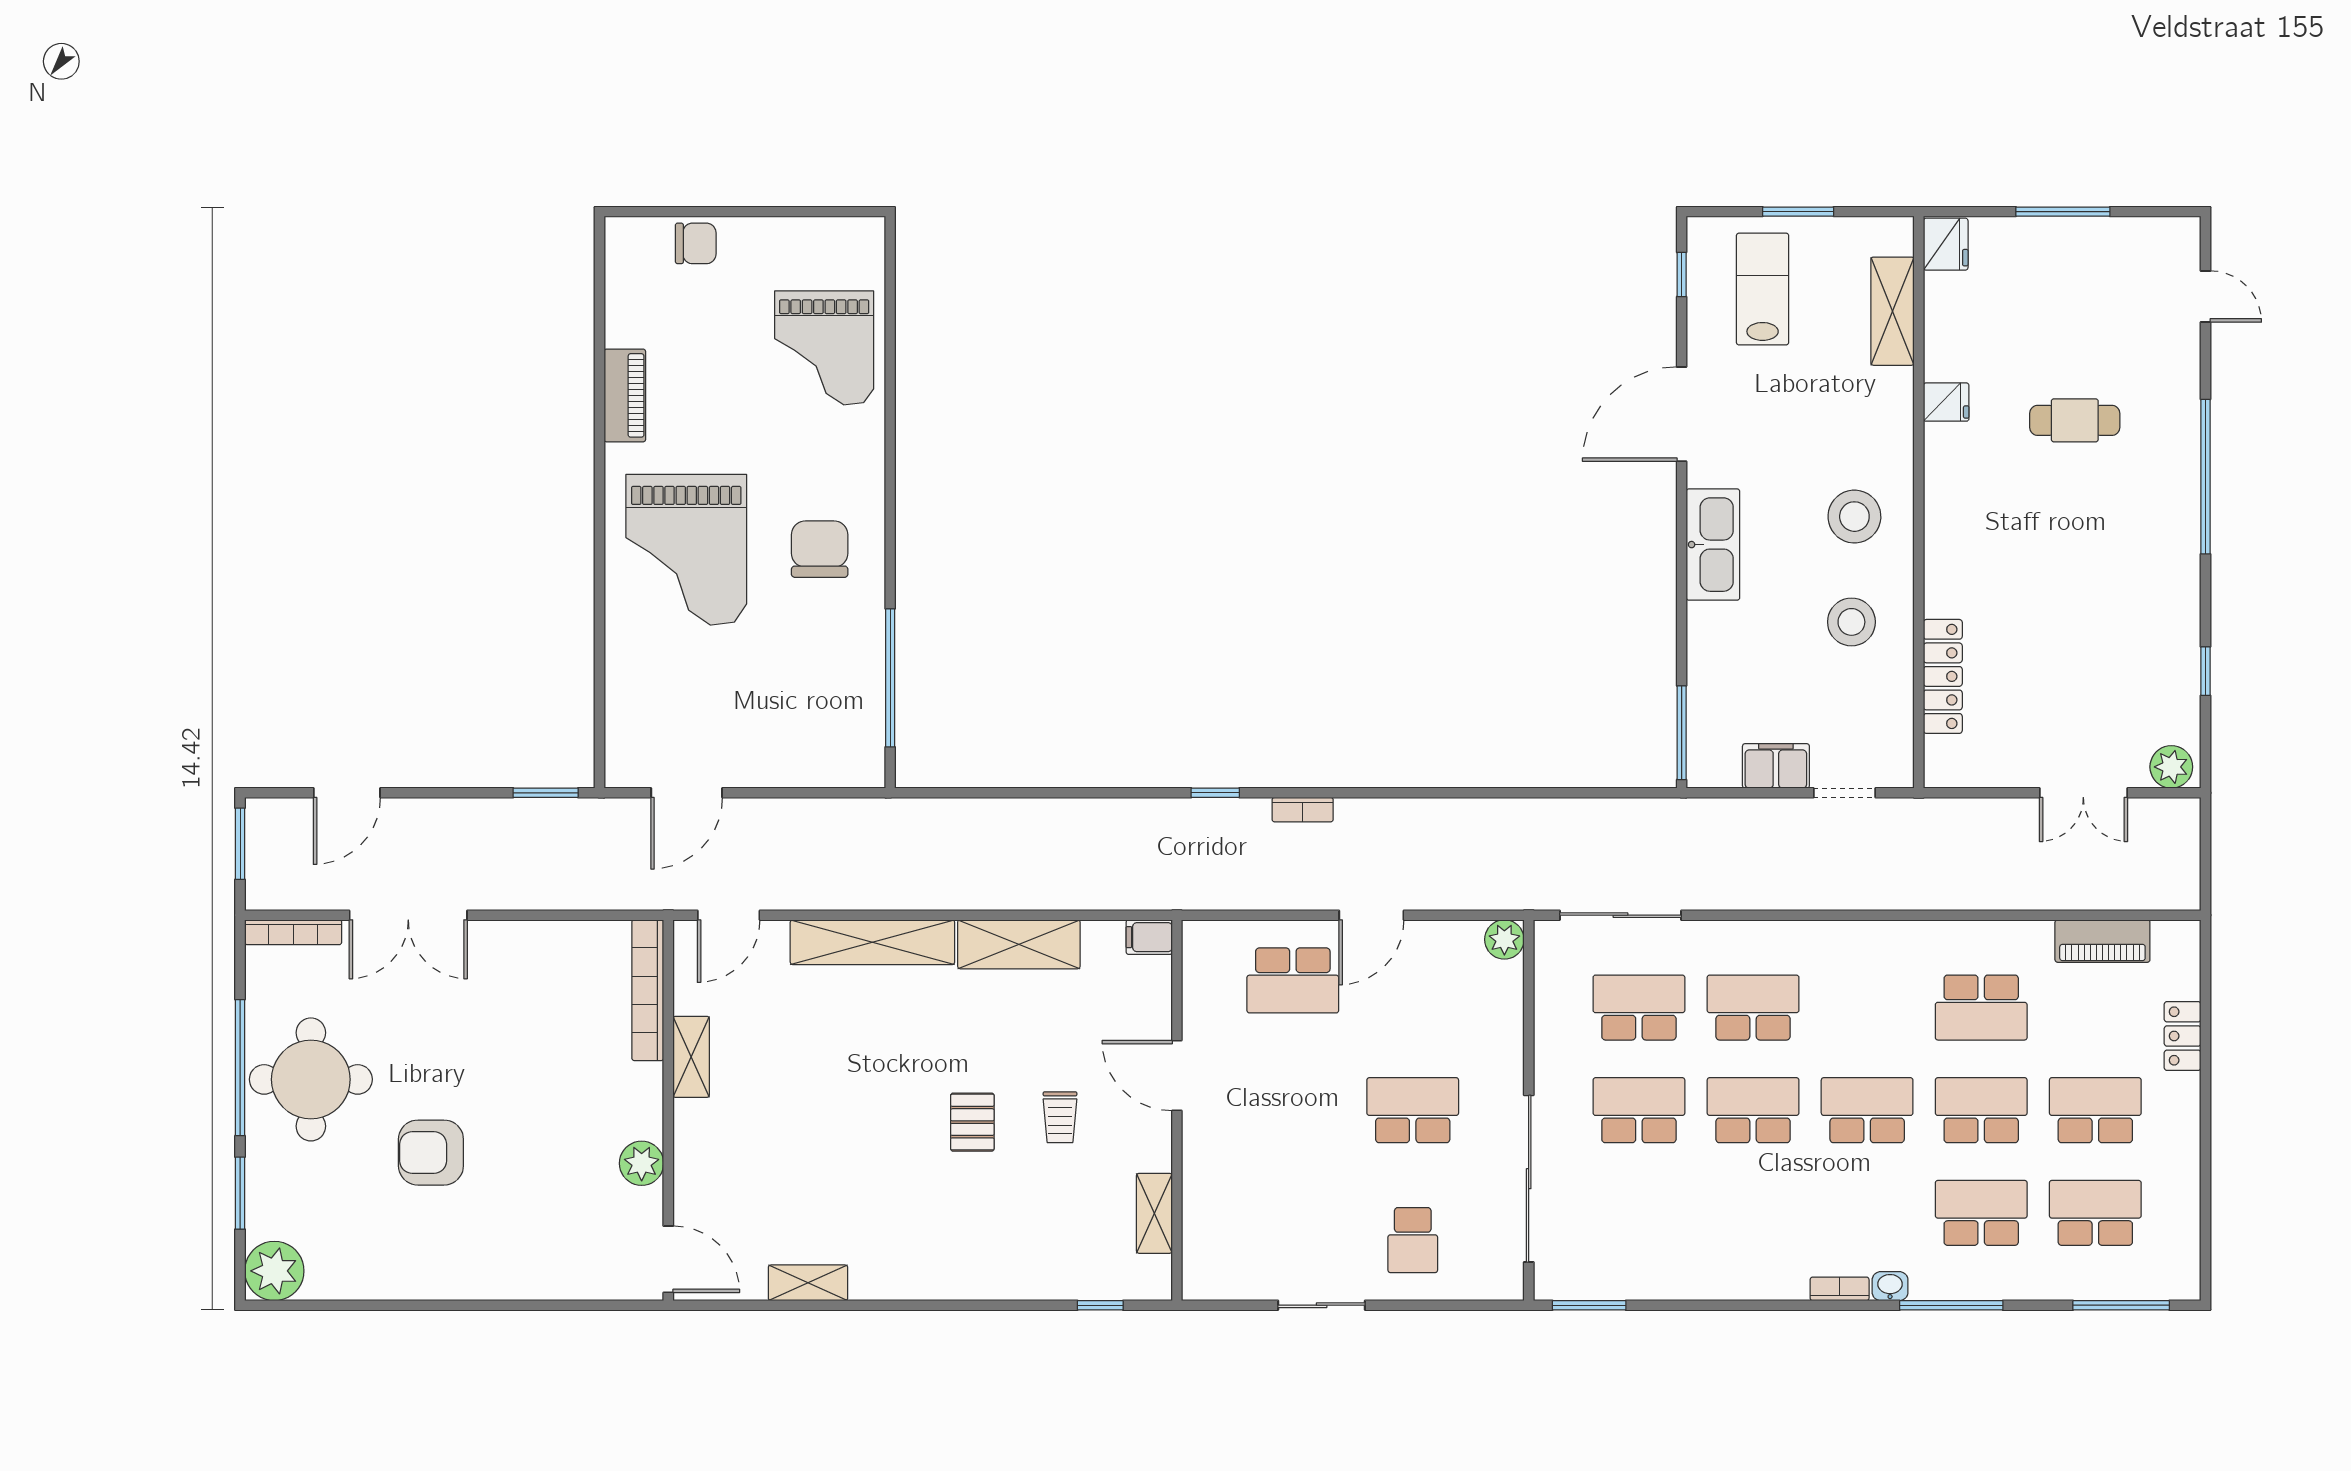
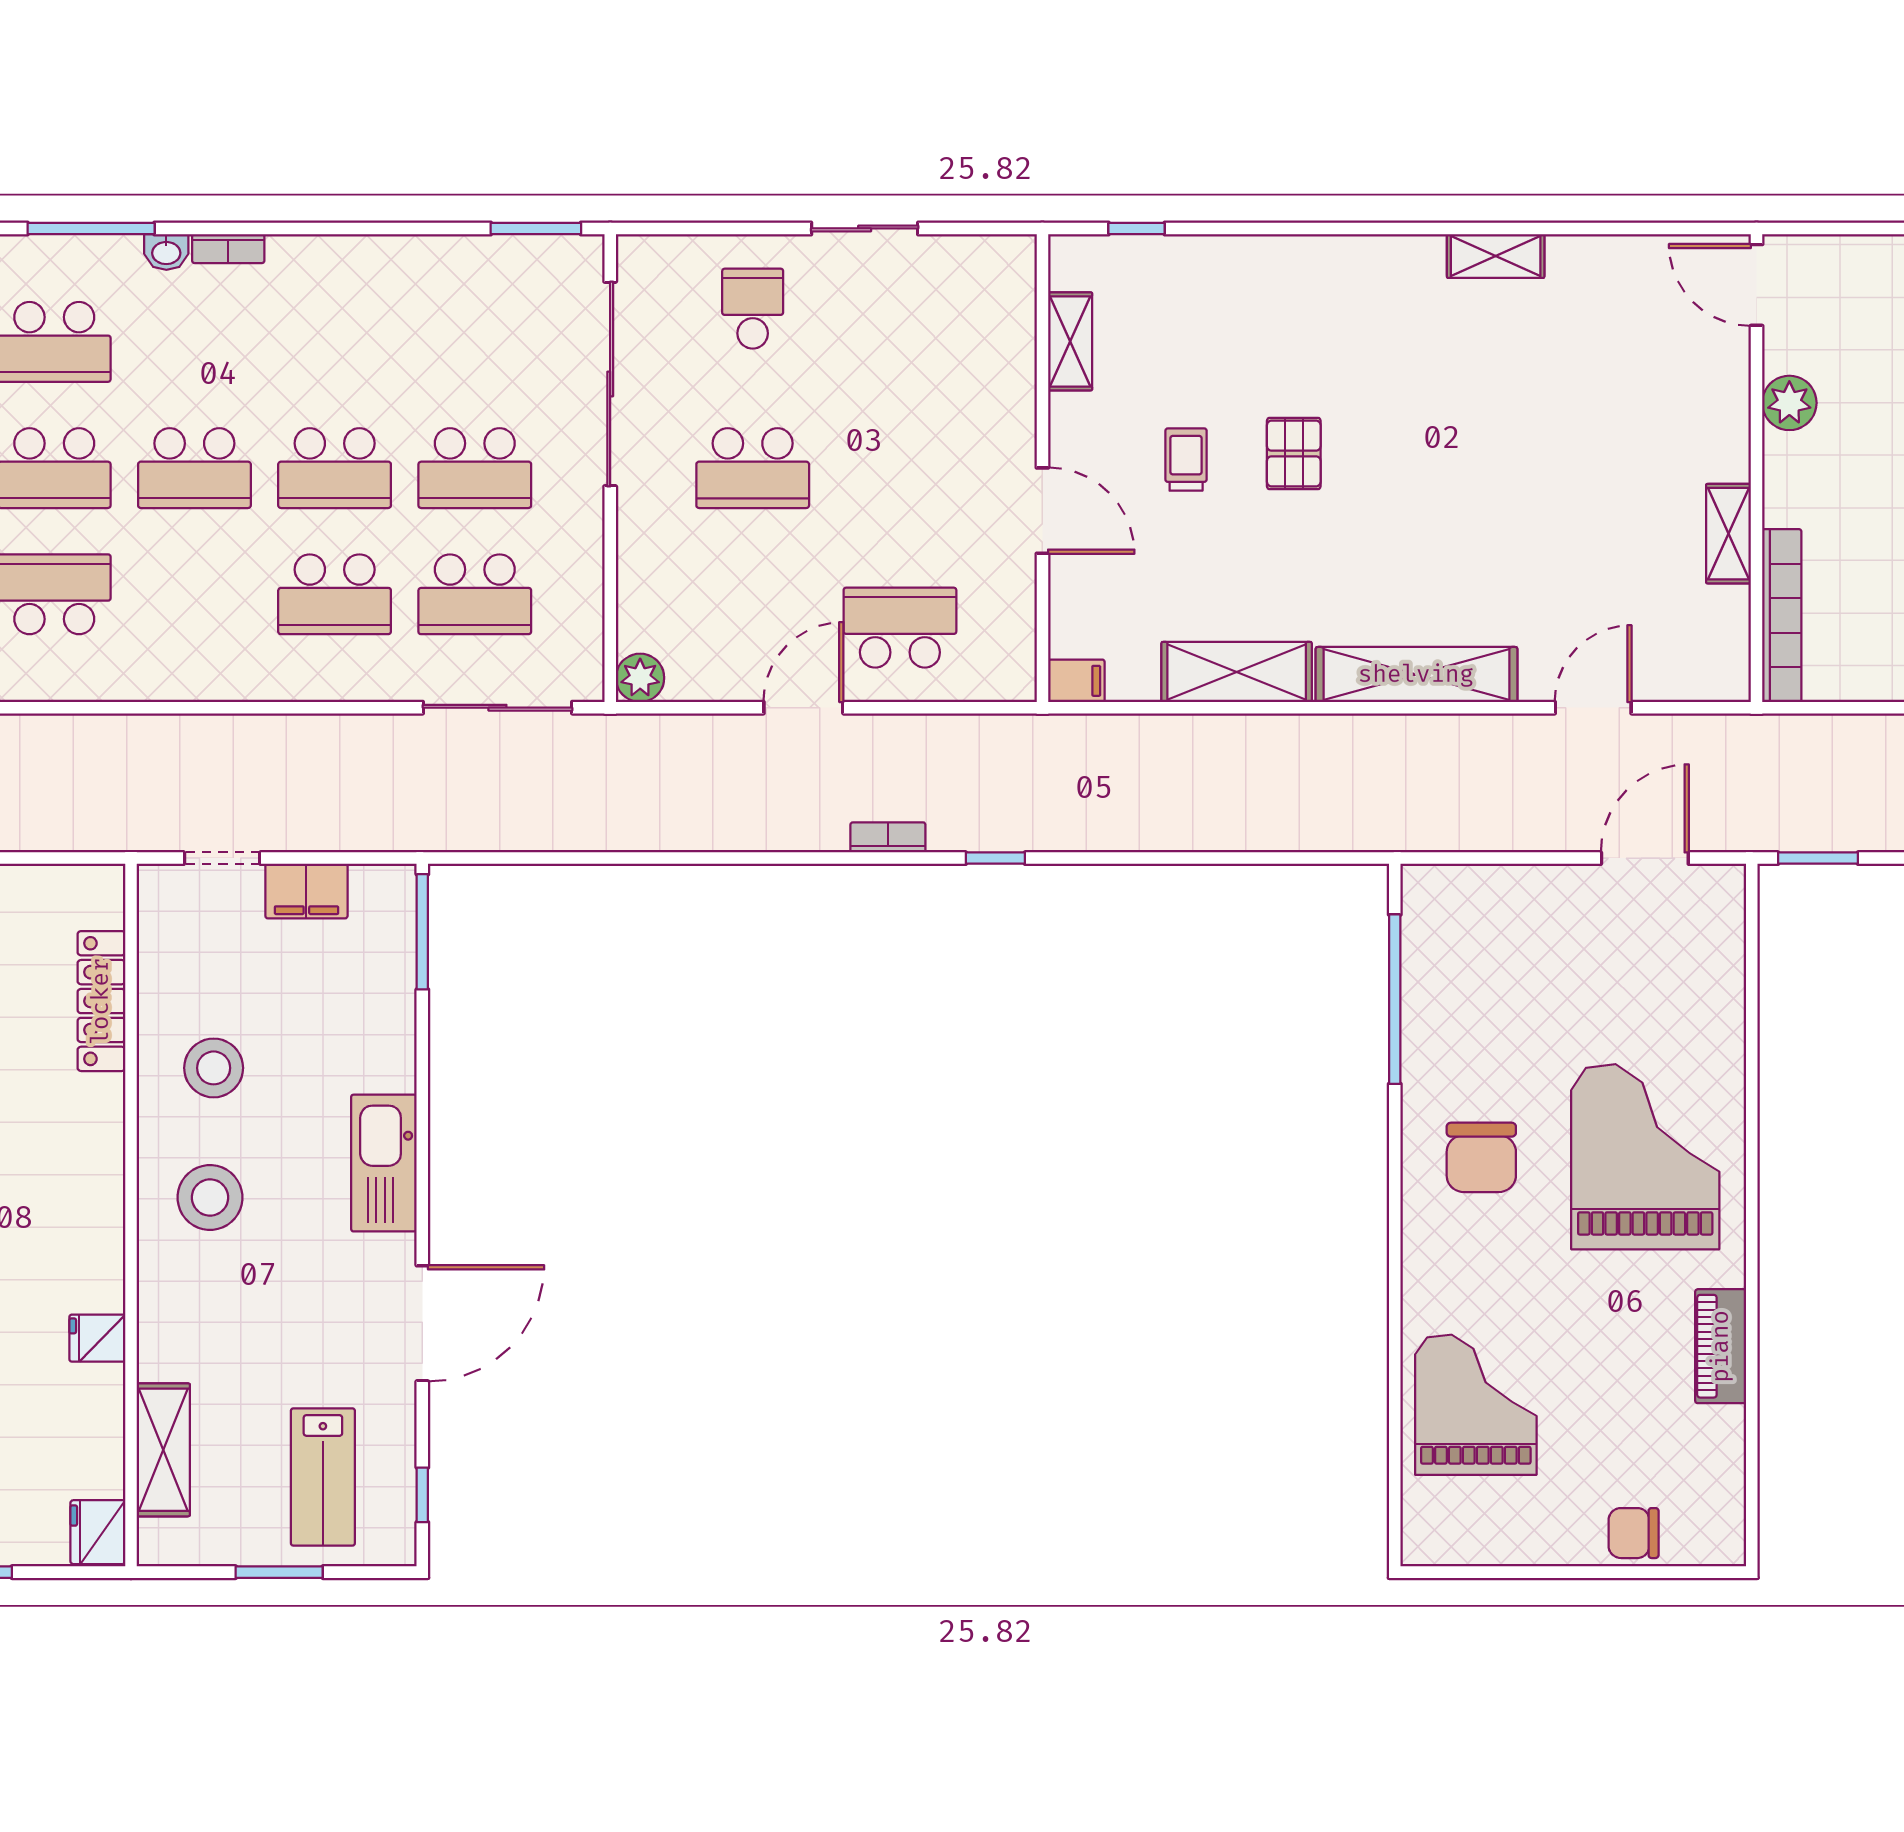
bookcase: (648, 990) -> (1782, 616), moved
shelving: (691, 1057) -> (1728, 534), moved
wall: (668, 1110) -> (1756, 468), moved
plant: (642, 1163) -> (1789, 403), moved
door: (668, 1259) -> (1756, 285), moved

